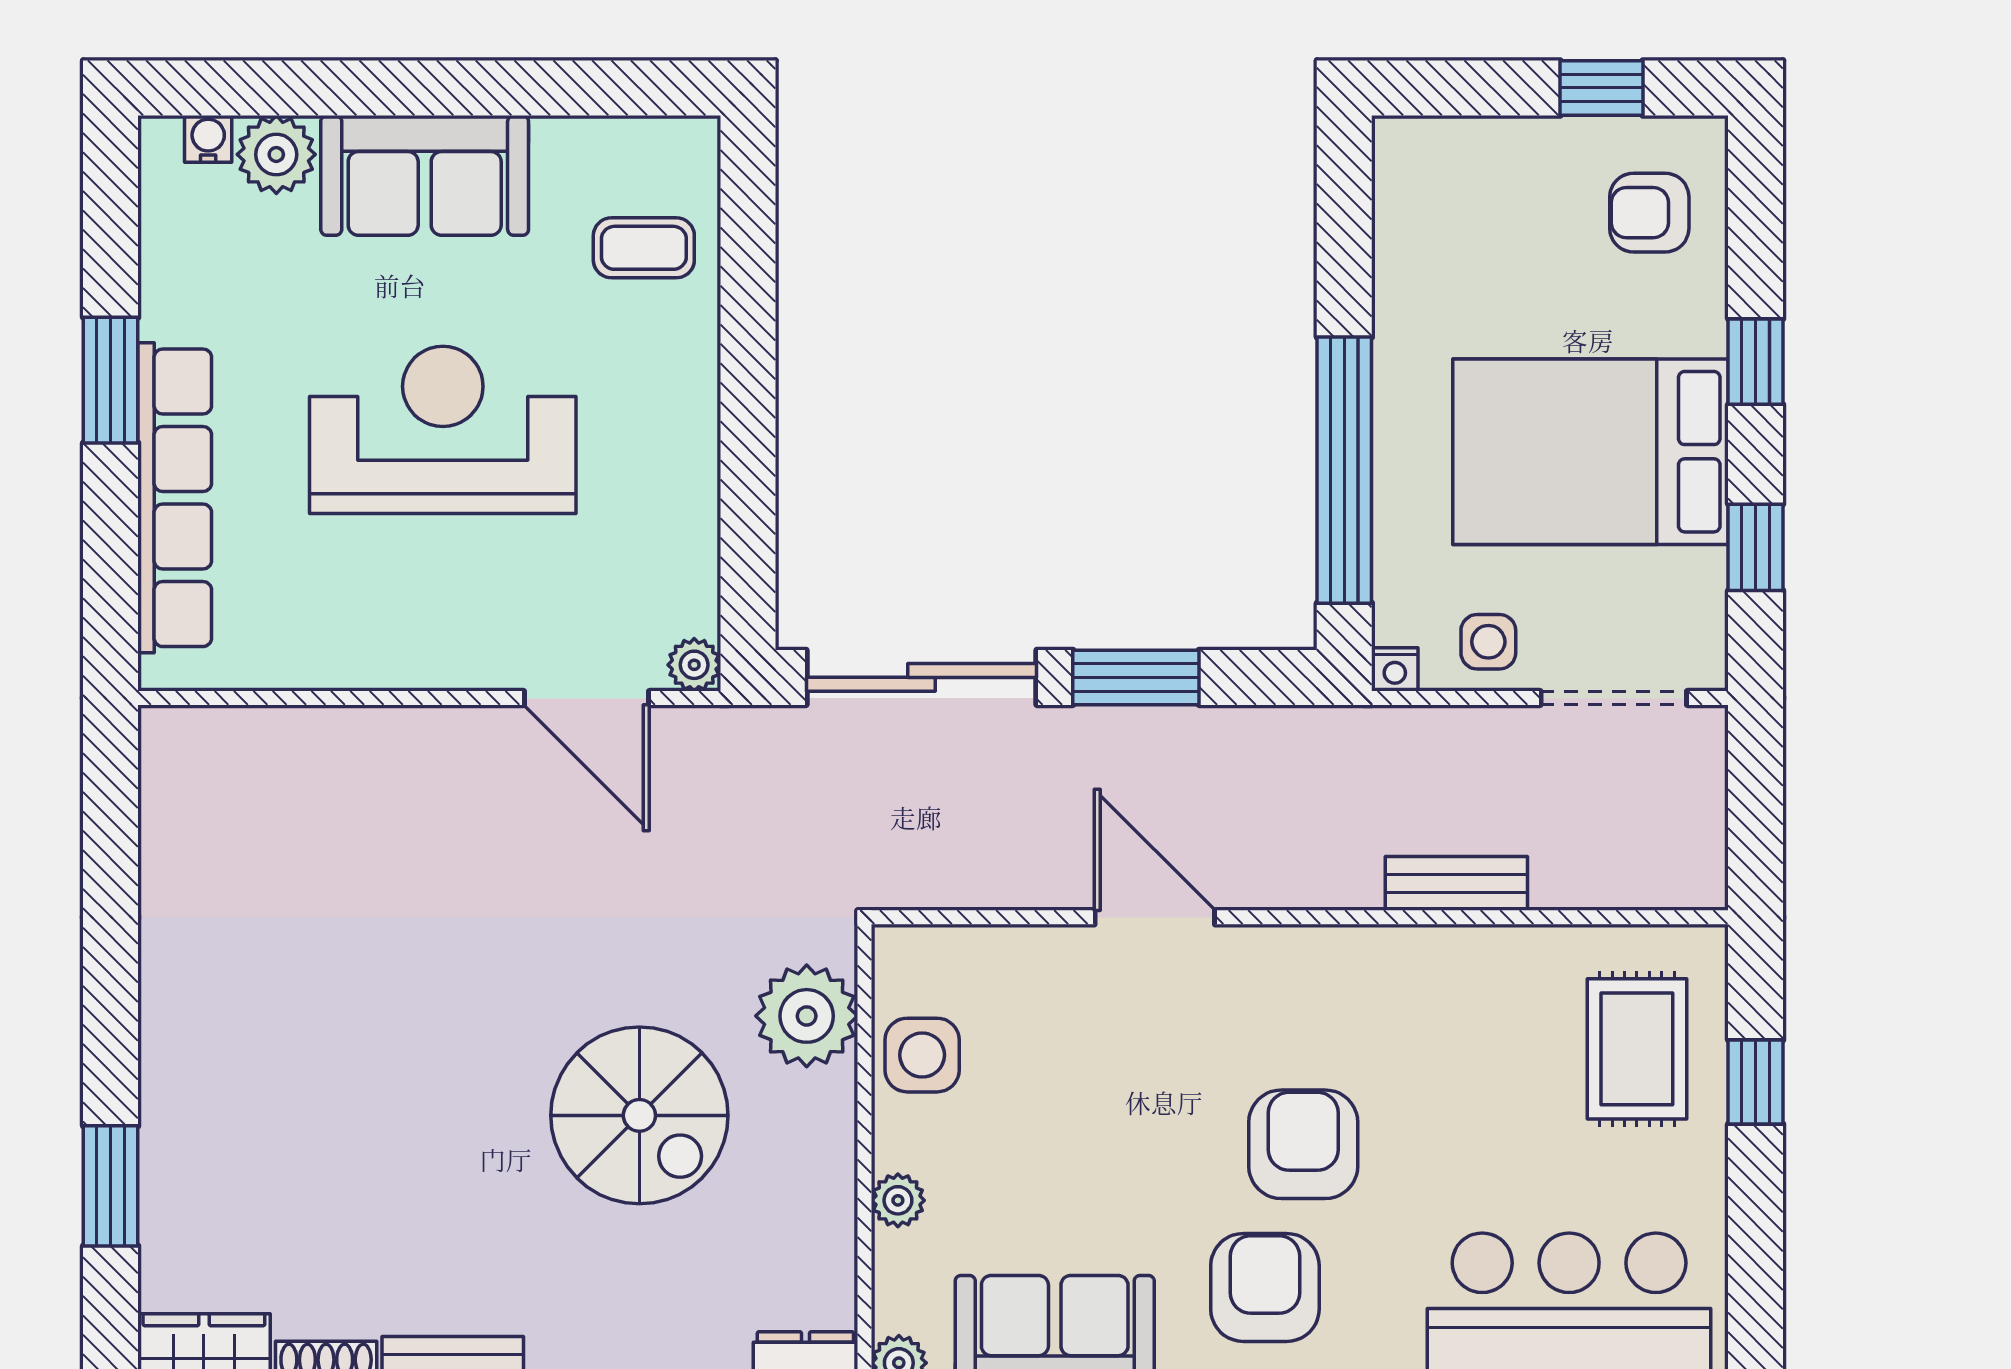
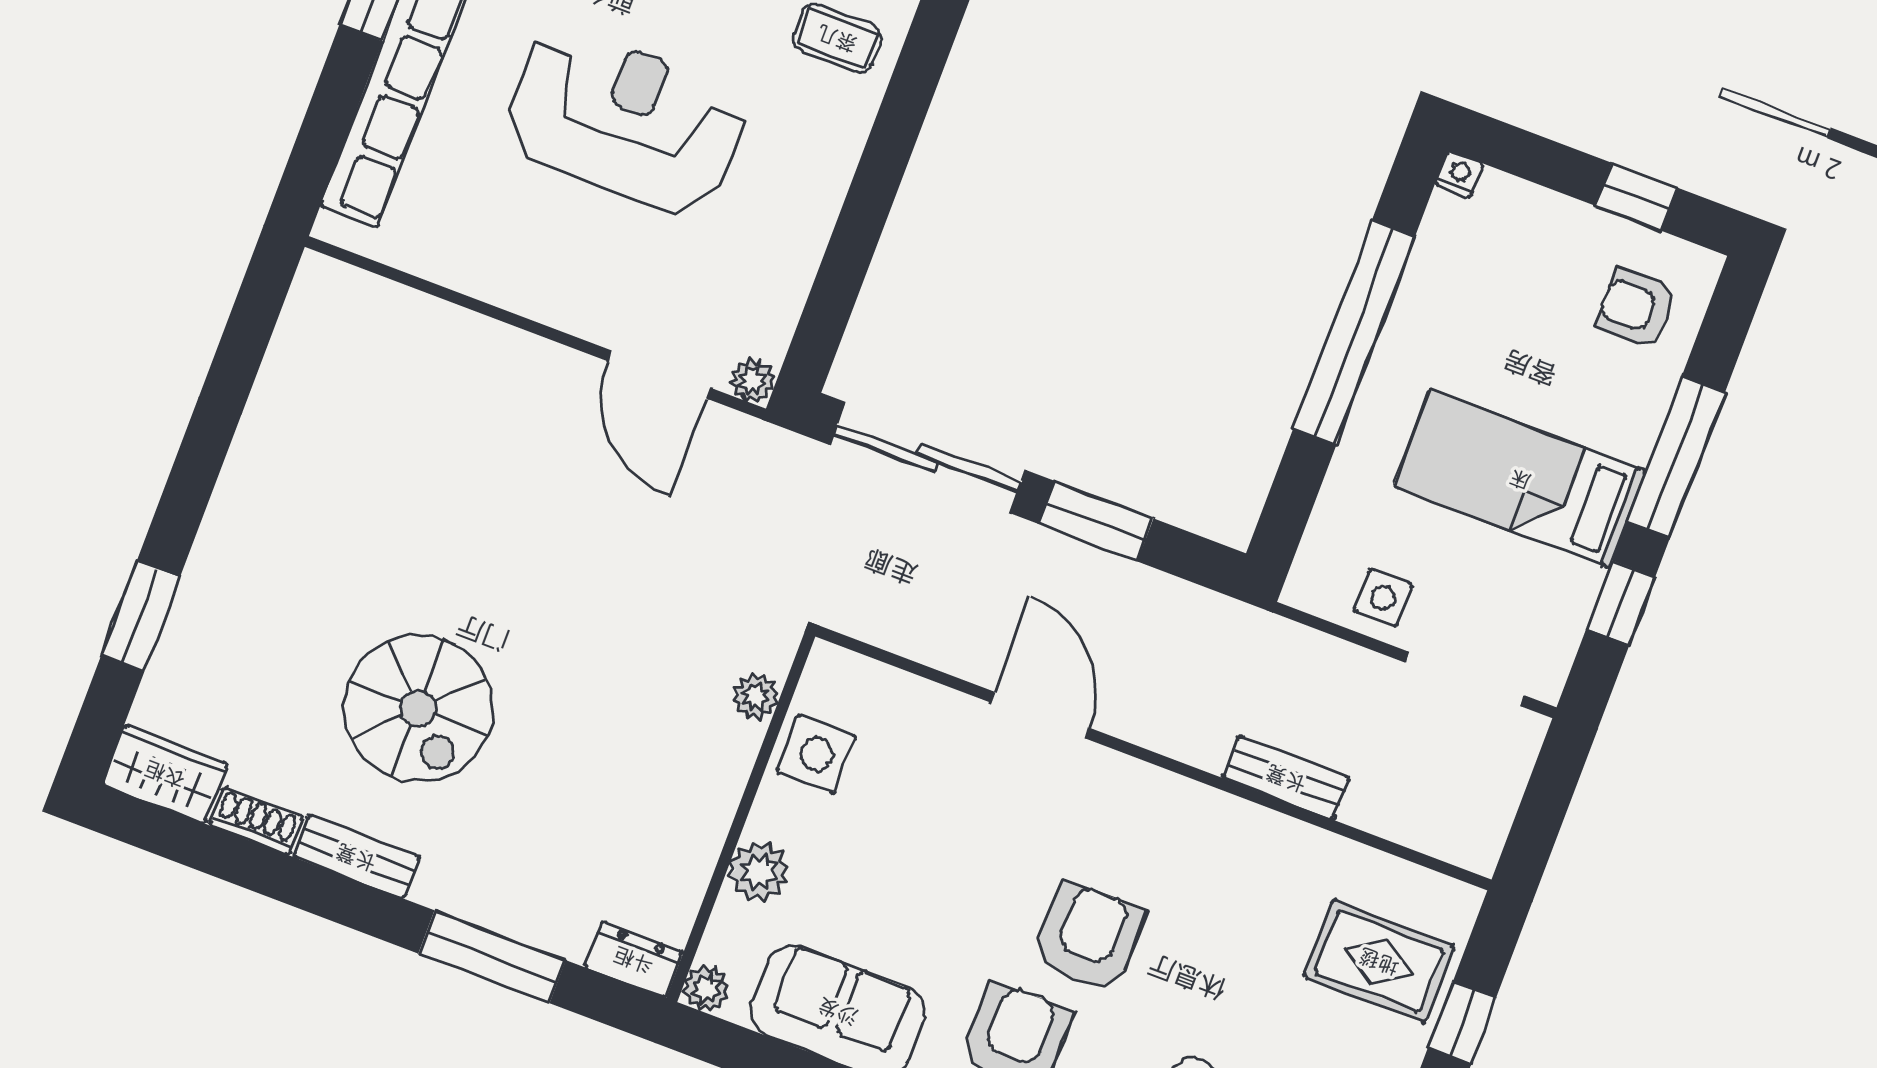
window: (1756, 362) -> (1676, 457), width x2.17
bed: (1590, 452) -> (1520, 479), width x0.67
window: (1344, 470) -> (1354, 333), moved
nightstand: (1395, 669) -> (1459, 174), moved, turned 180
plant: (807, 1016) -> (756, 696), width x0.53, depth x0.53
rug: (1637, 1049) -> (1379, 961), turned 90
spiral stairs: (639, 1115) -> (418, 708), moved
plant: (898, 1200) -> (759, 872), width x1.38, depth x1.38

